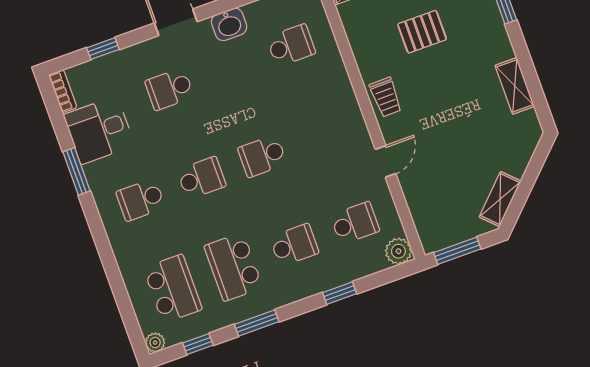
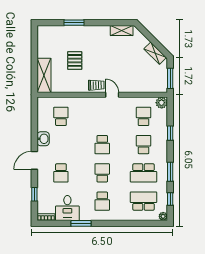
shelving: (515, 86) -> (122, 30), moved
door: (385, 161) -> (112, 95), moved

